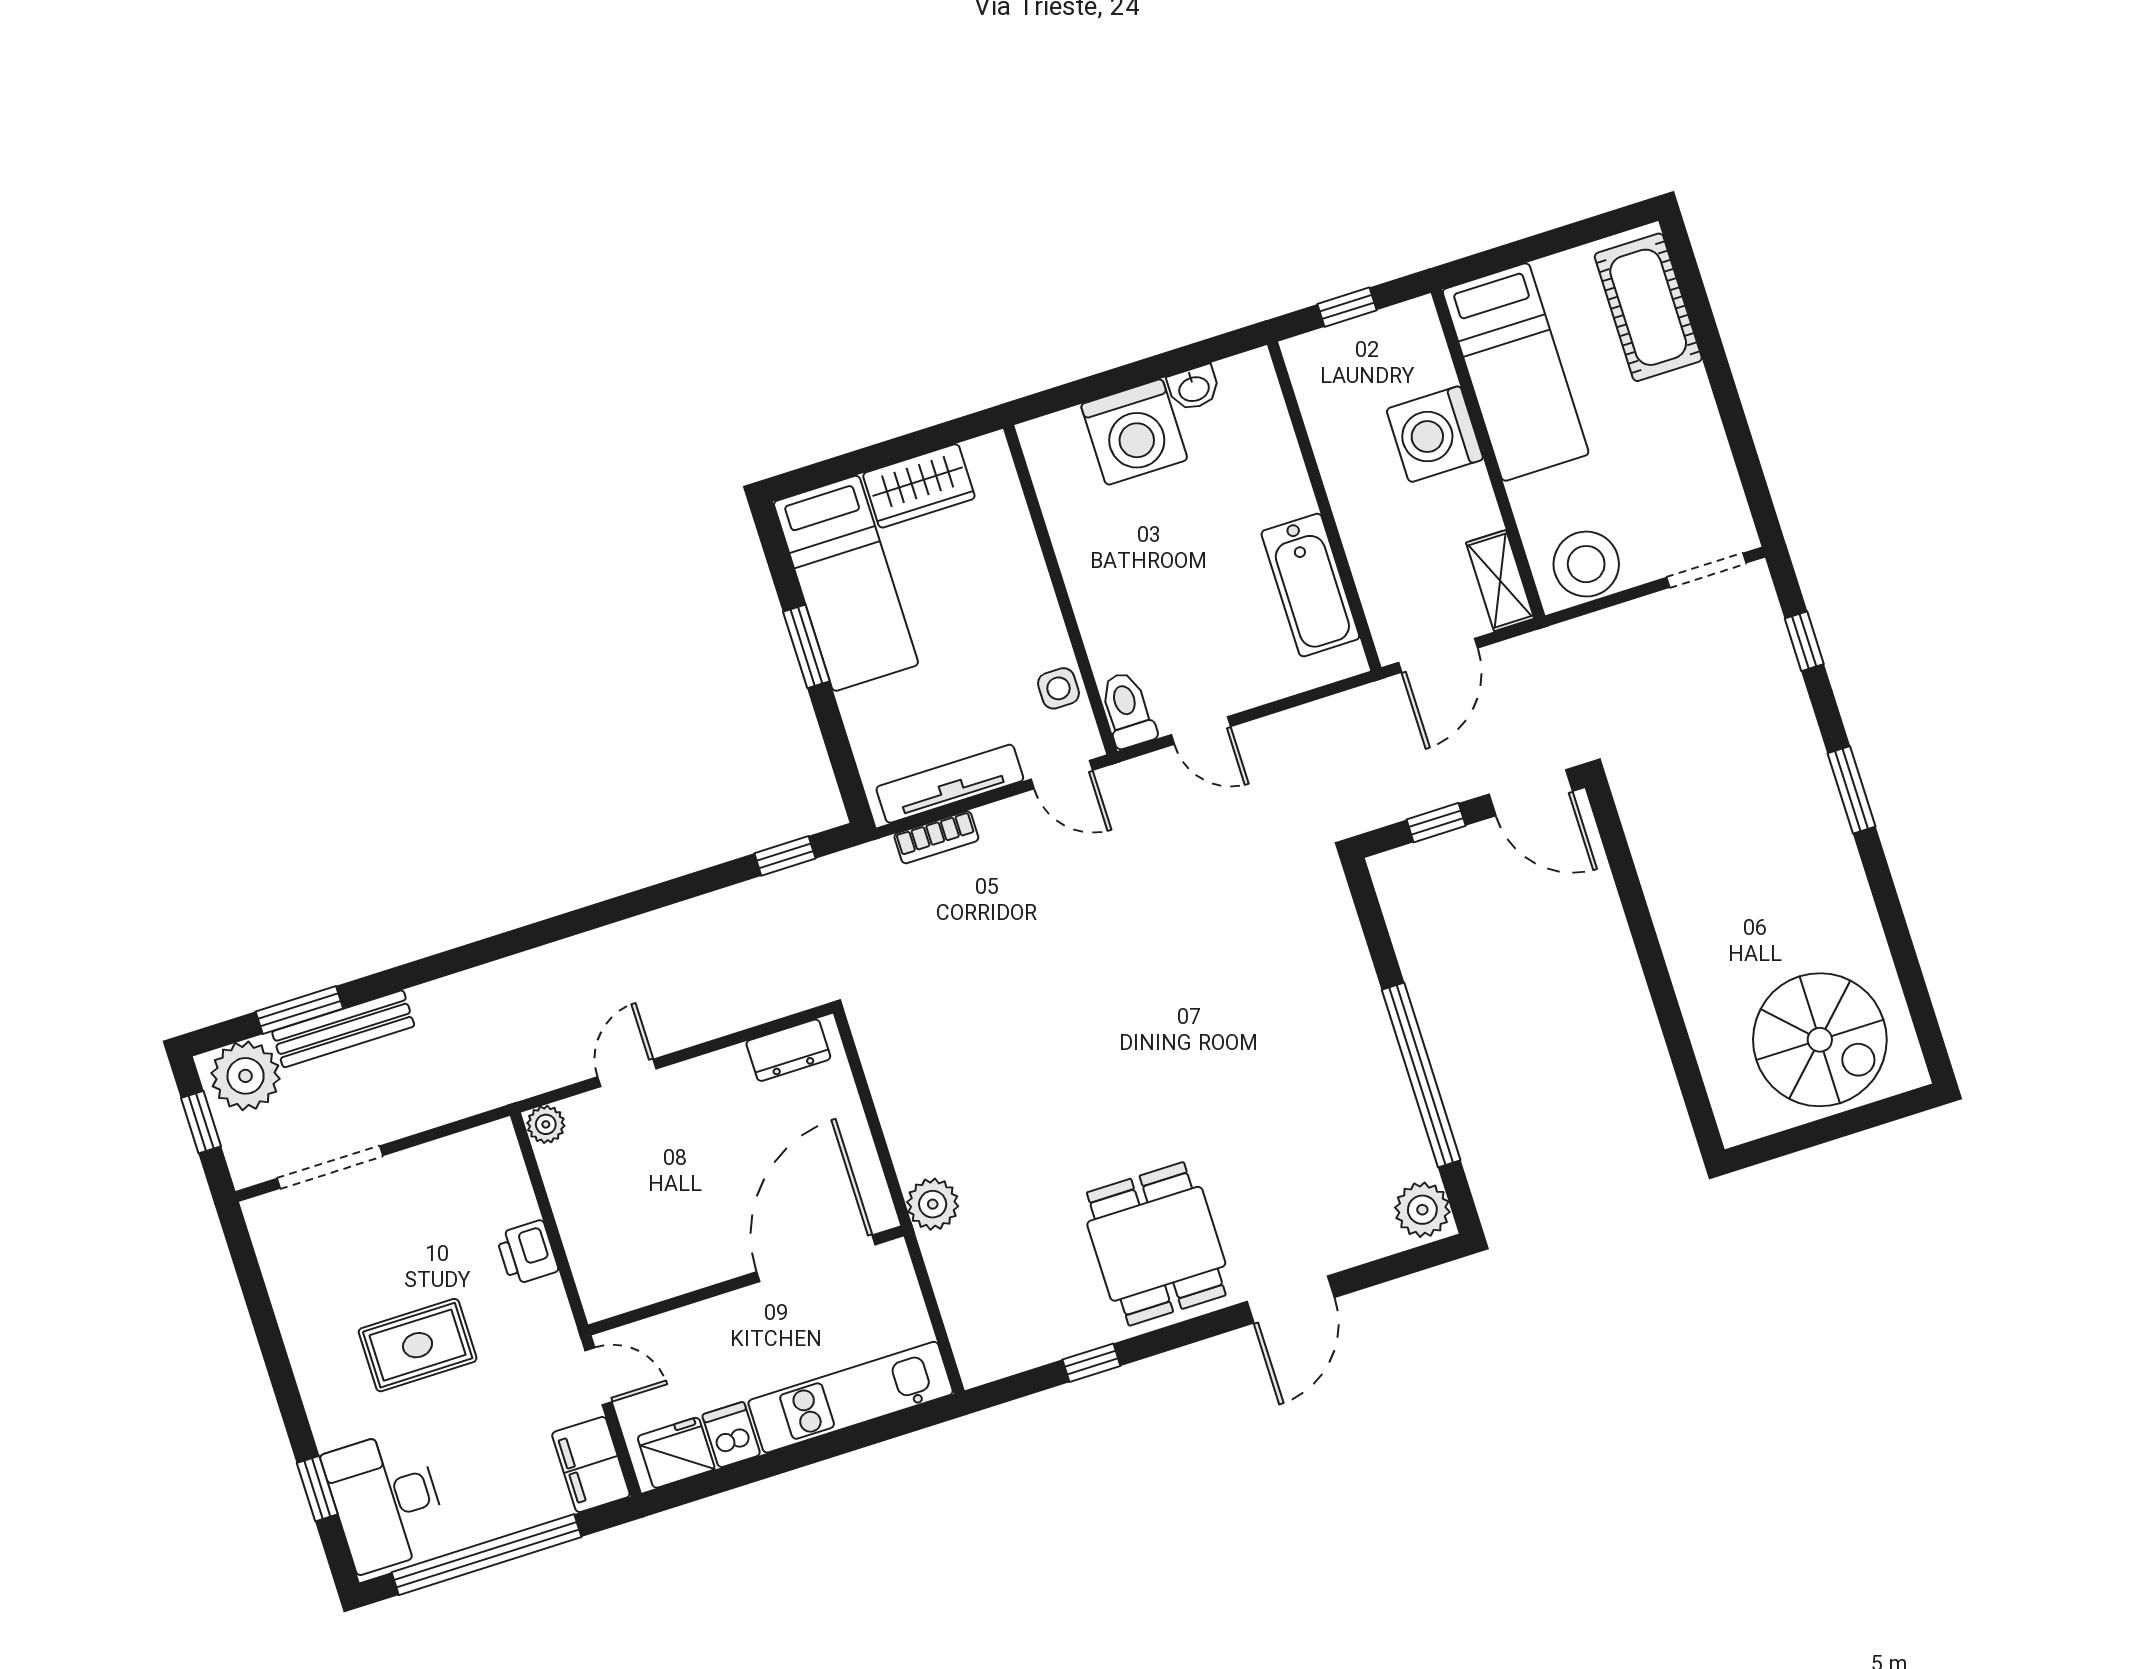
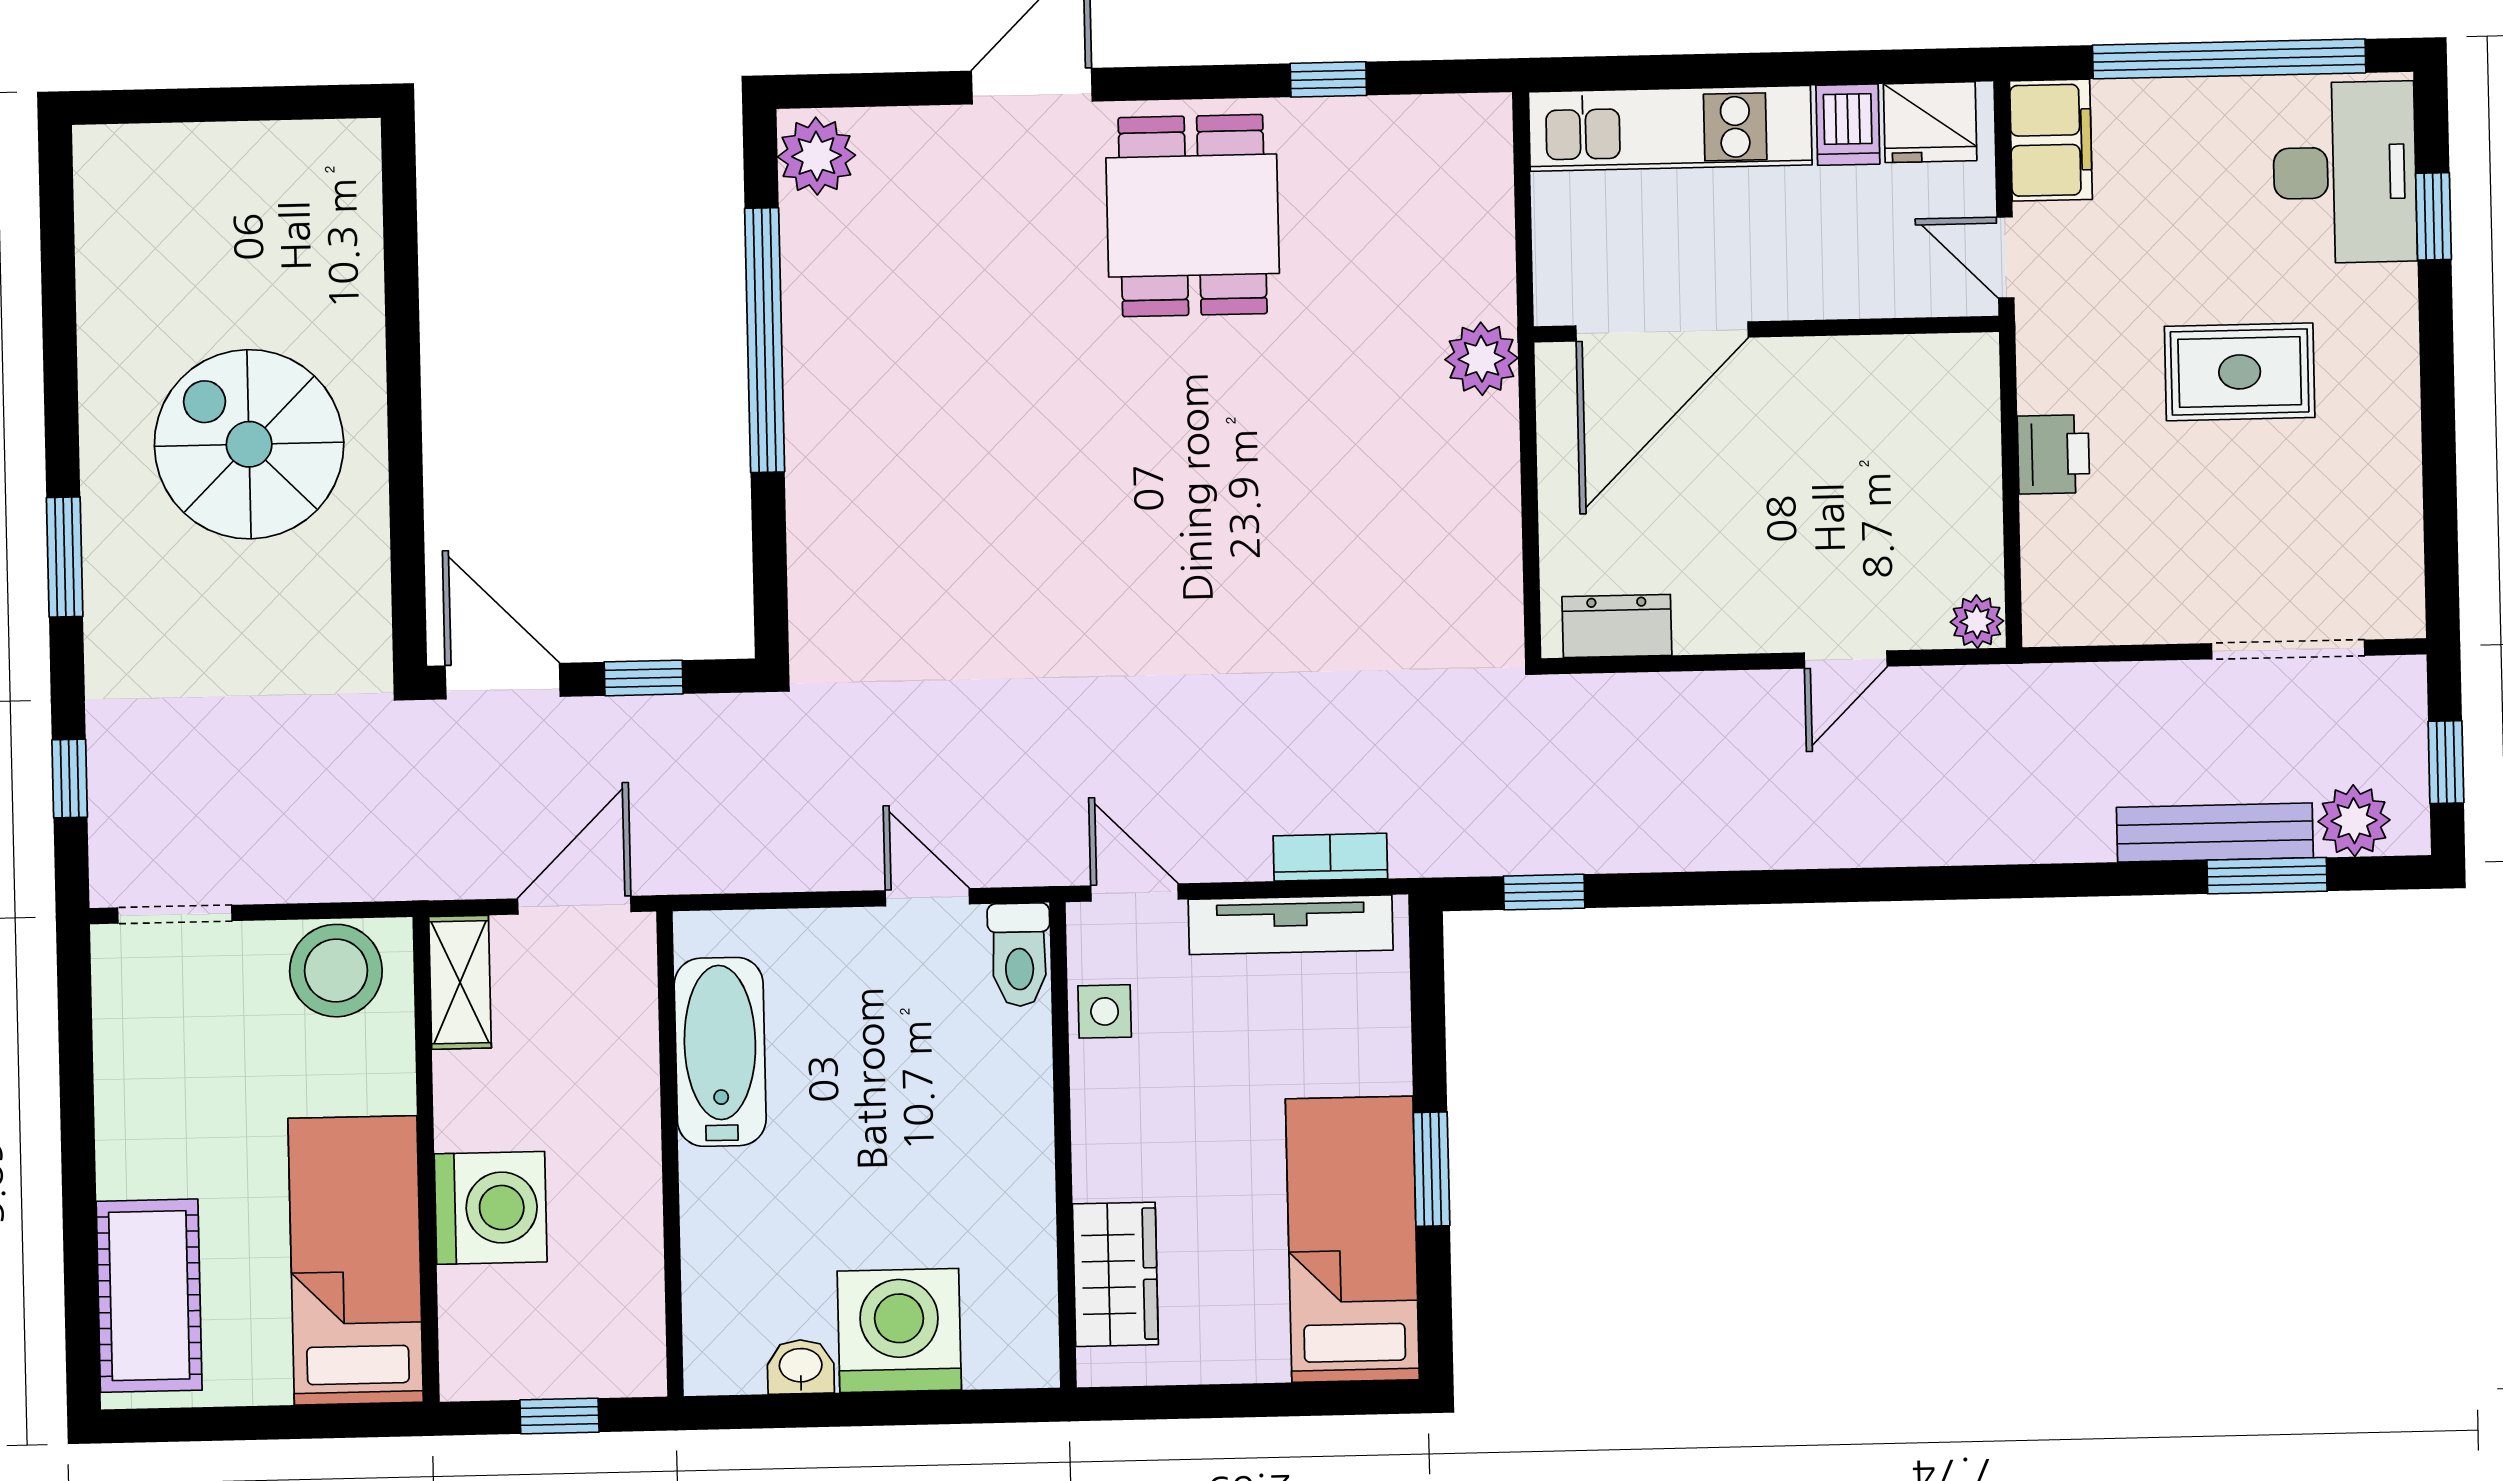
wardrobe: (919, 486) -> (1115, 1274), moved, turned 90
spiral stairs: (1820, 1040) -> (249, 444), moved
plant: (246, 1076) -> (2354, 821), width x0.73, depth x0.73

